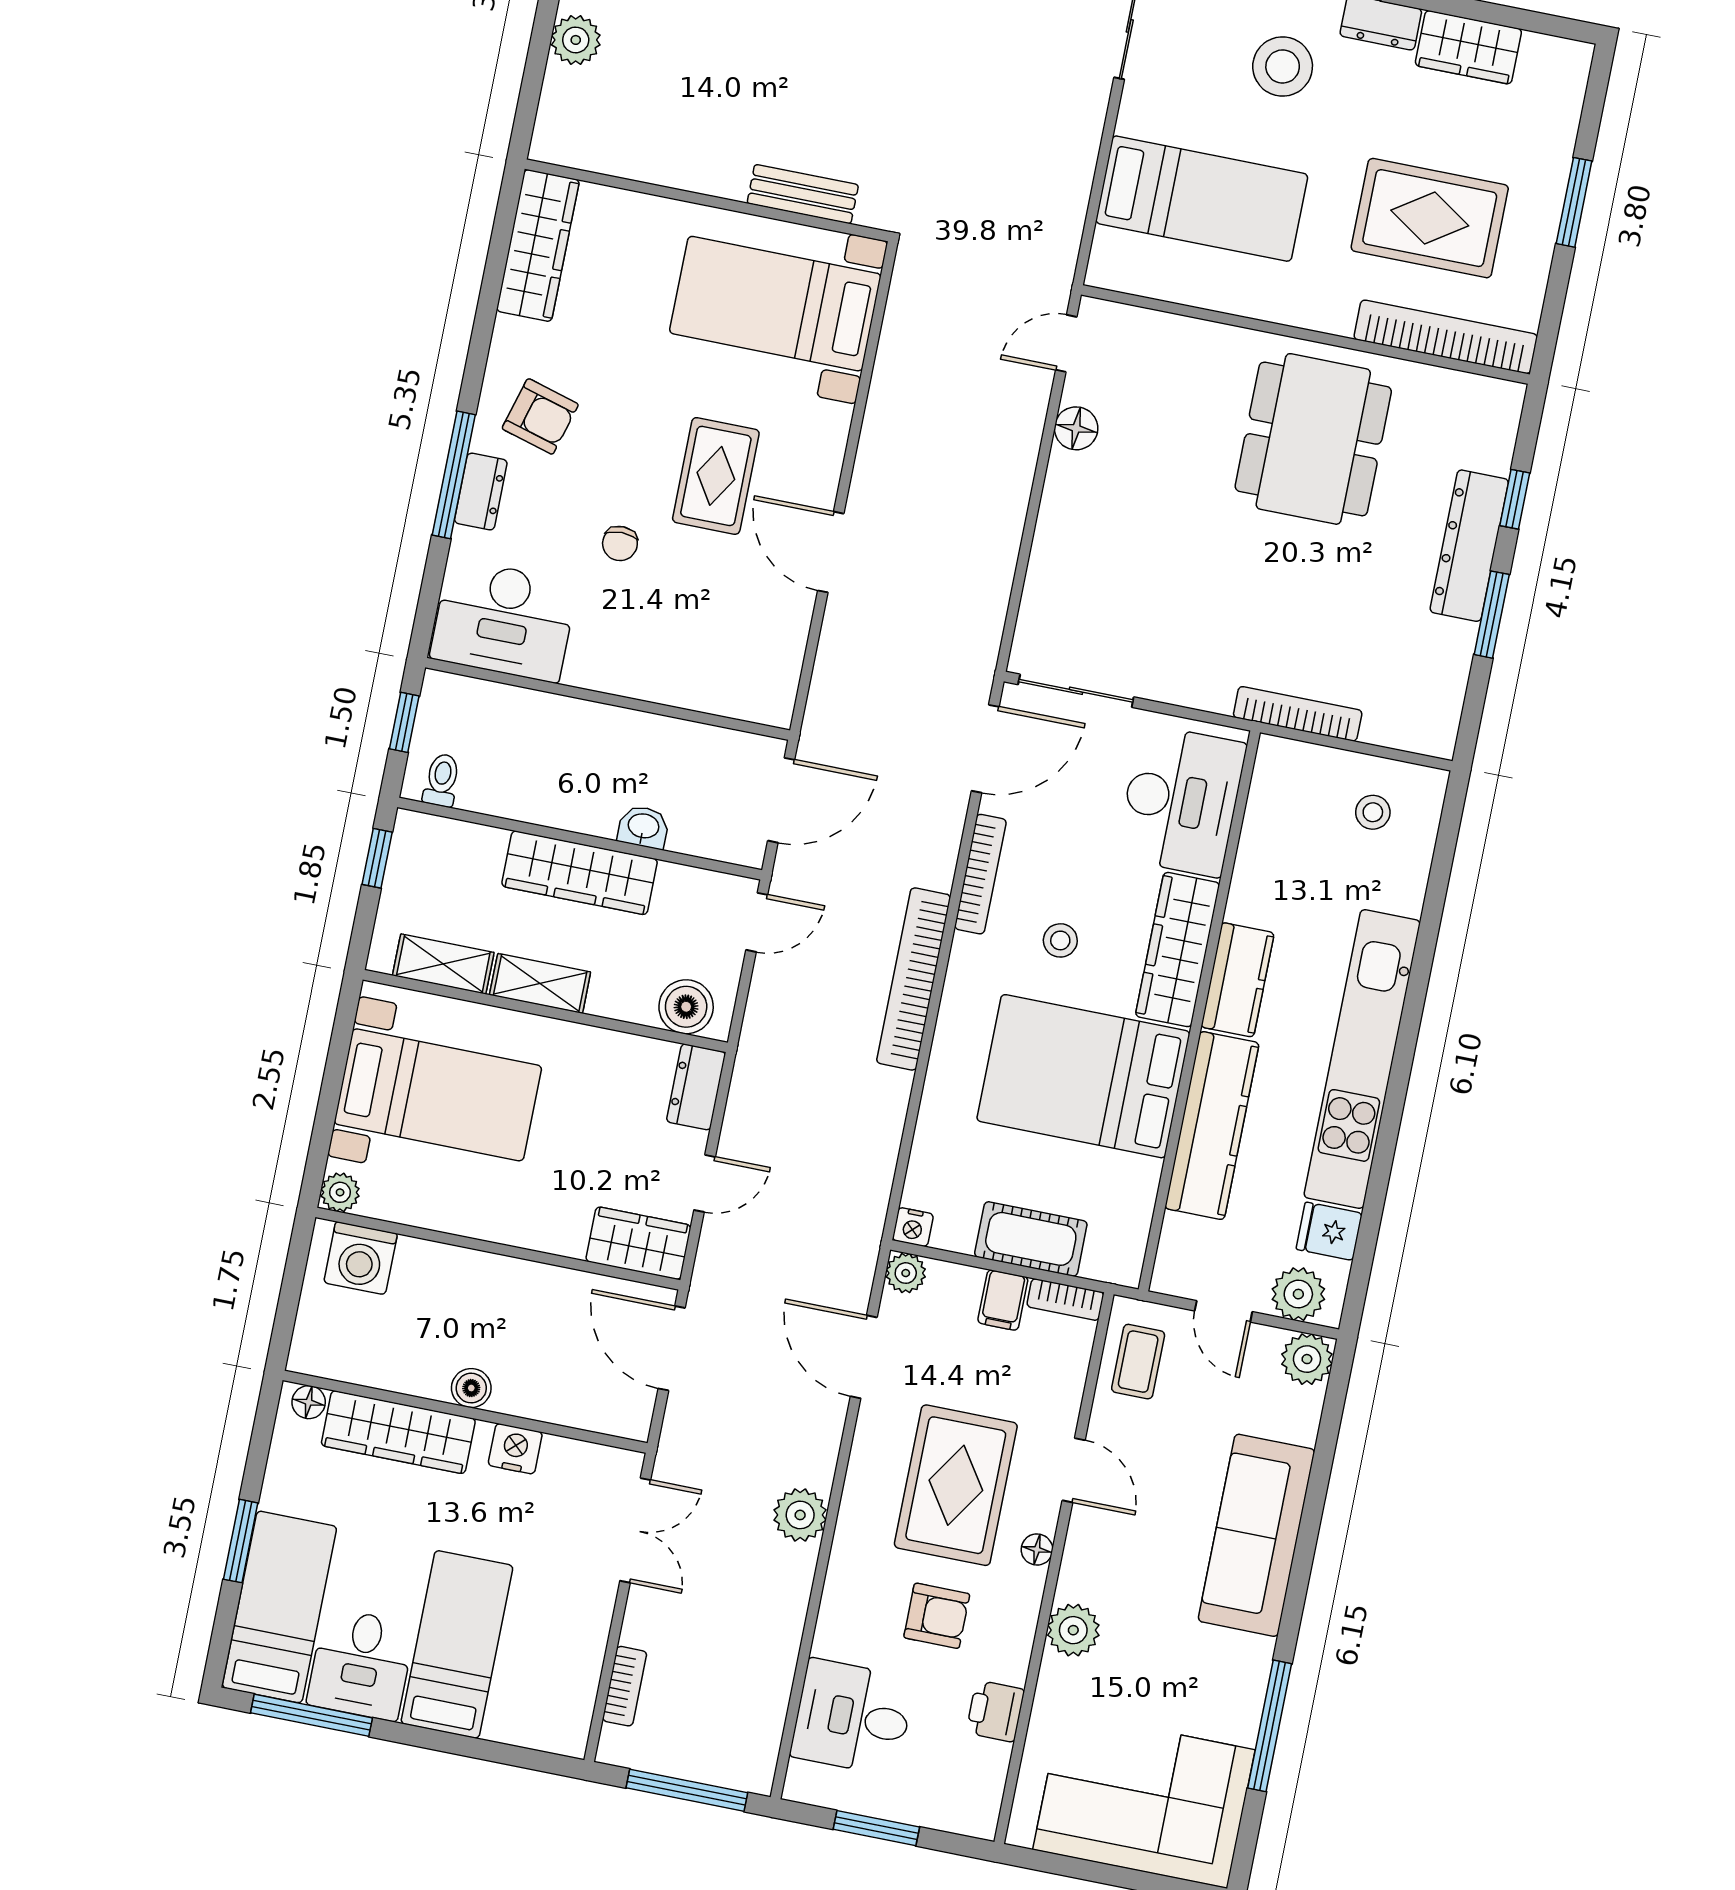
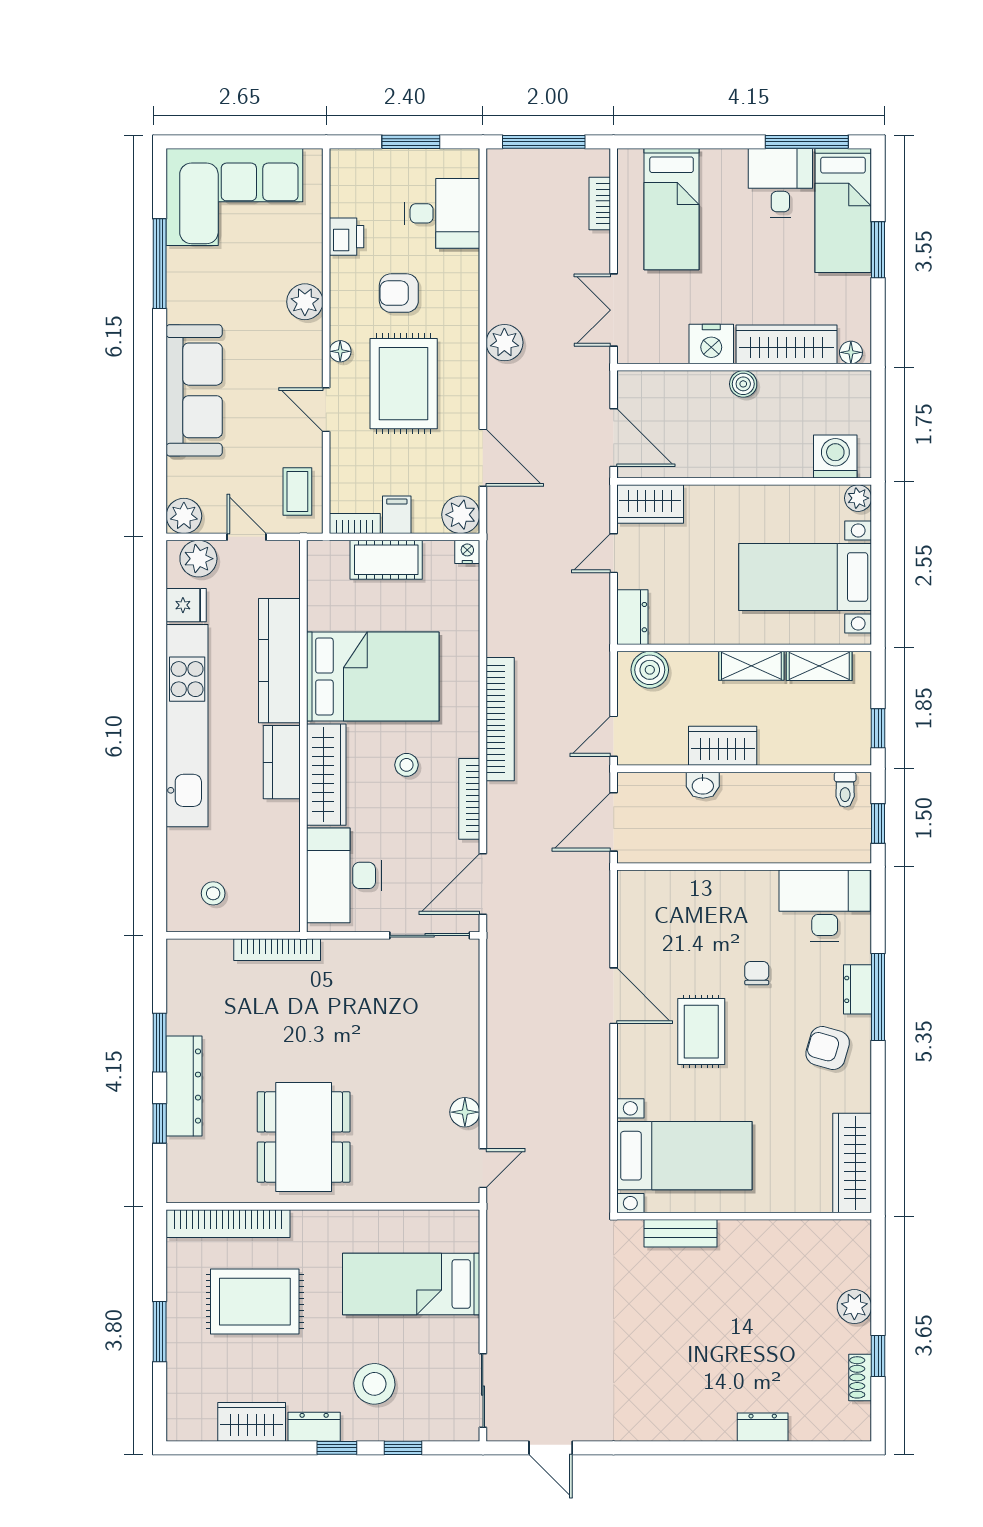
wardrobe: (580, 873) -> (723, 746), width x0.67
plant: (906, 1273) -> (461, 515), width x1.38, depth x1.38
nightstand: (515, 1449) -> (711, 344), width x1.36, depth x1.33
bed: (457, 1644) -> (672, 209), moved

